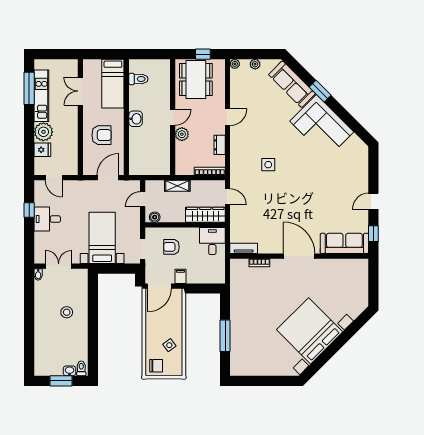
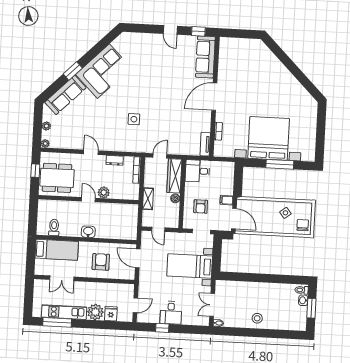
boiler: (155, 217) -> (175, 198), moved
stool: (67, 312) -> (257, 318), moved
bed with nightstands: (310, 331) -> (269, 138), moved, turned 135

